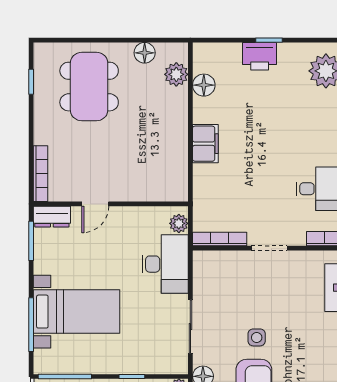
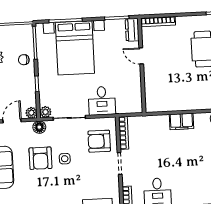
plant: (179, 223) -> (45, 112), moved
desk: (165, 264) -> (102, 101), width x0.73
armchair: (231, 280) -> (99, 141), added
bed with nightstands: (76, 312) -> (75, 48), width x1.36

